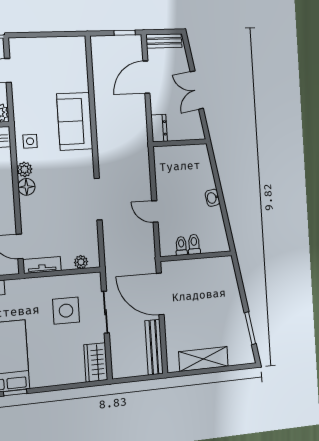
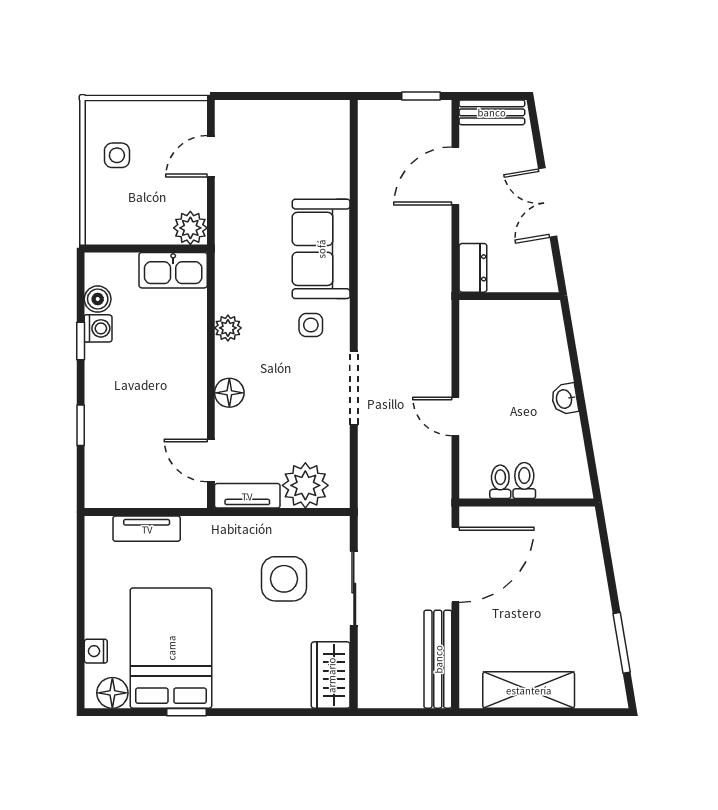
side table: (30, 141) -> (311, 325), moved
floor lamp: (26, 187) -> (229, 393), moved
plant: (81, 262) -> (305, 485), width x1.87, depth x1.87
door: (160, 294) -> (455, 565), swing flipped

